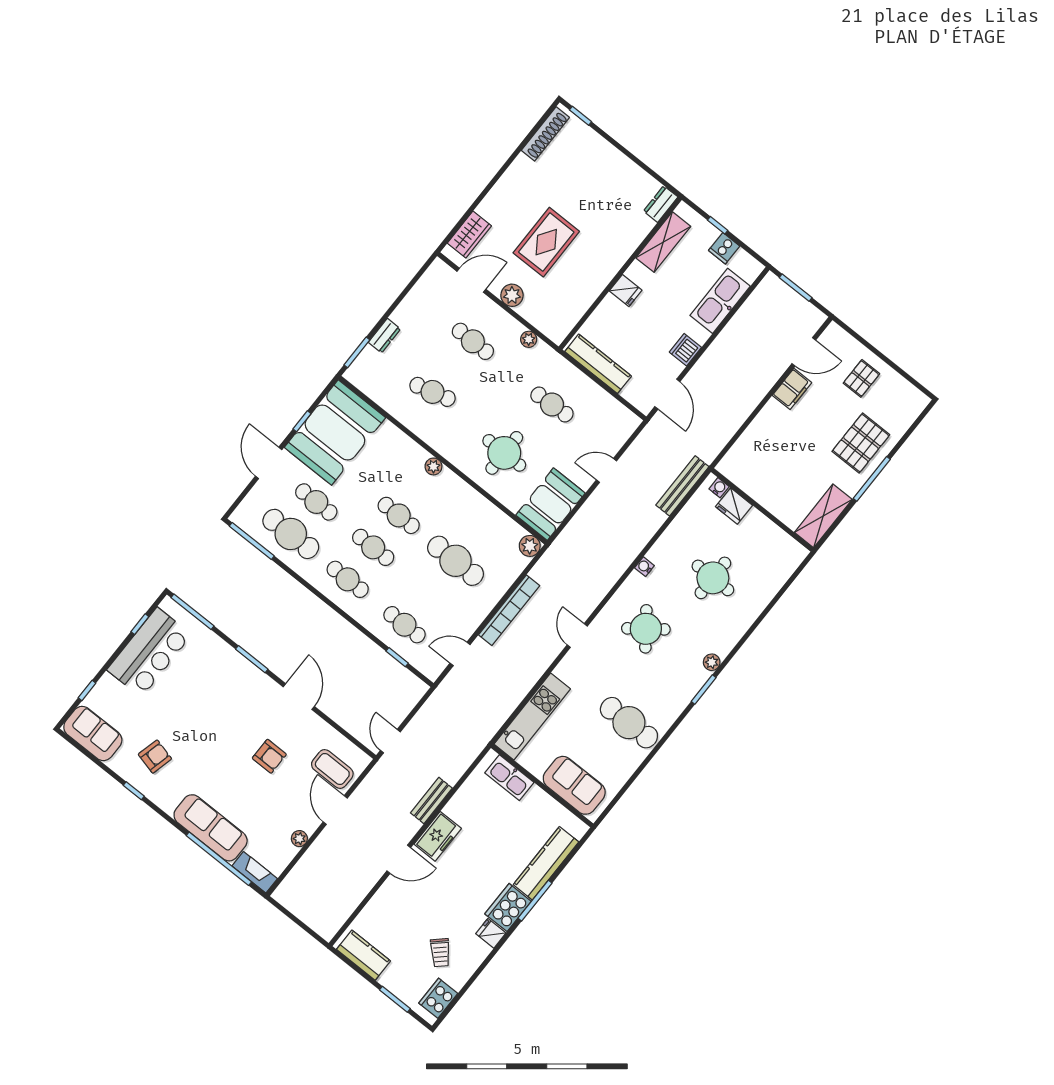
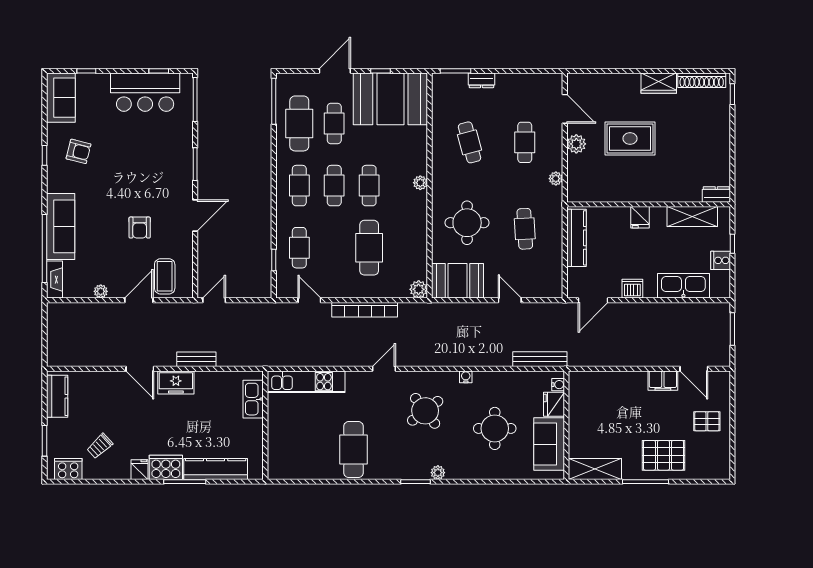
wardrobe: (469, 234) -> (659, 83), moved
sofa: (574, 785) -> (549, 444), moved, turned 180

